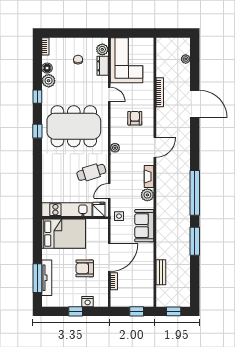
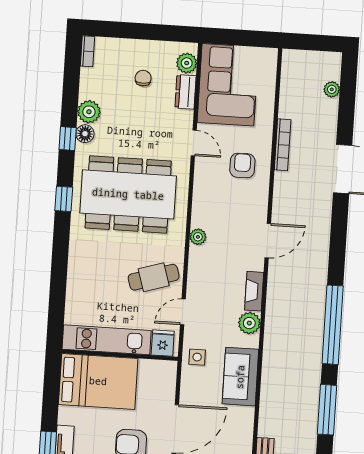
floor lamp: (47, 68) -> (85, 134), moved
armchair: (135, 118) -> (242, 166), moved

